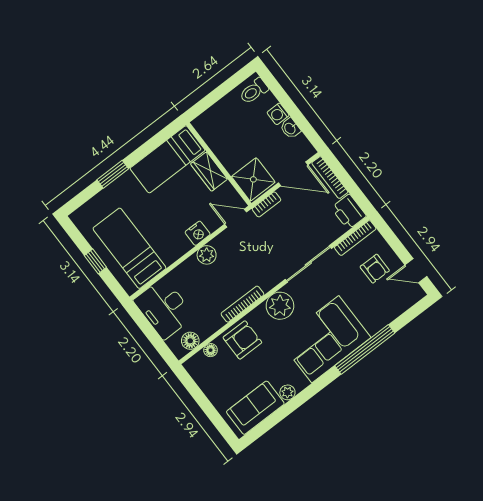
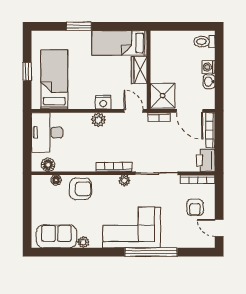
bookcase: (243, 304) -> (114, 167), moved
plant: (280, 306) -> (124, 181), width x0.53, depth x0.53

